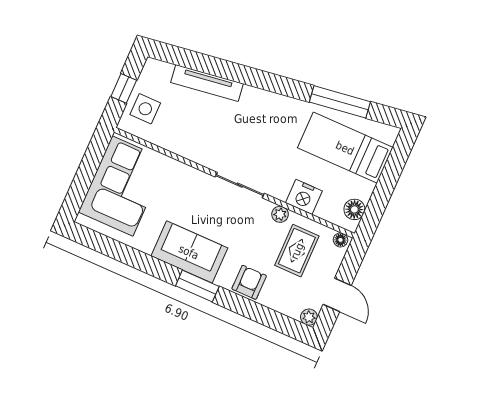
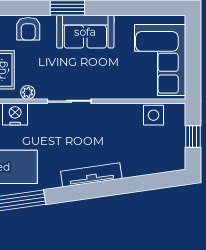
tv unit: (207, 83) -> (91, 175), moved
side table: (145, 109) -> (153, 115), moved

